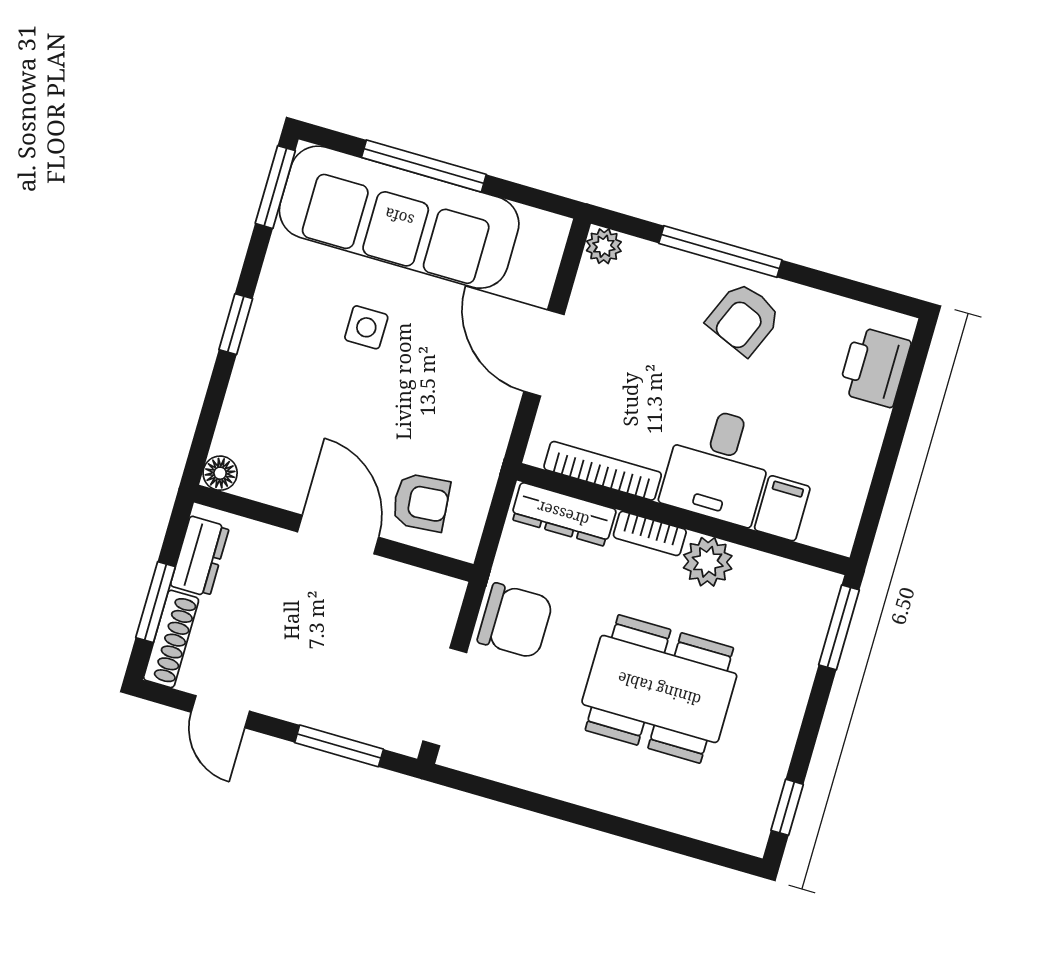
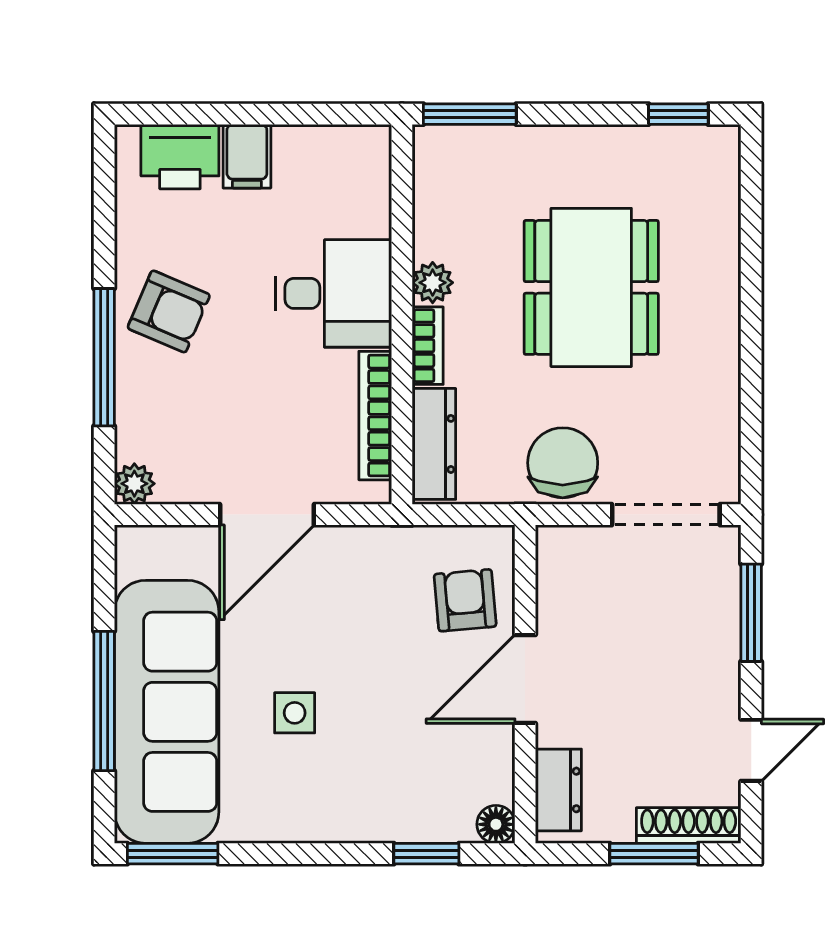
window: (236, 324) -> (426, 854), moved
filing cabinet: (782, 508) -> (247, 156), moved, turned -90
dresser: (200, 556) -> (558, 790), moved, turned 90
plant: (708, 562) -> (433, 283), width x0.73, depth x0.73

